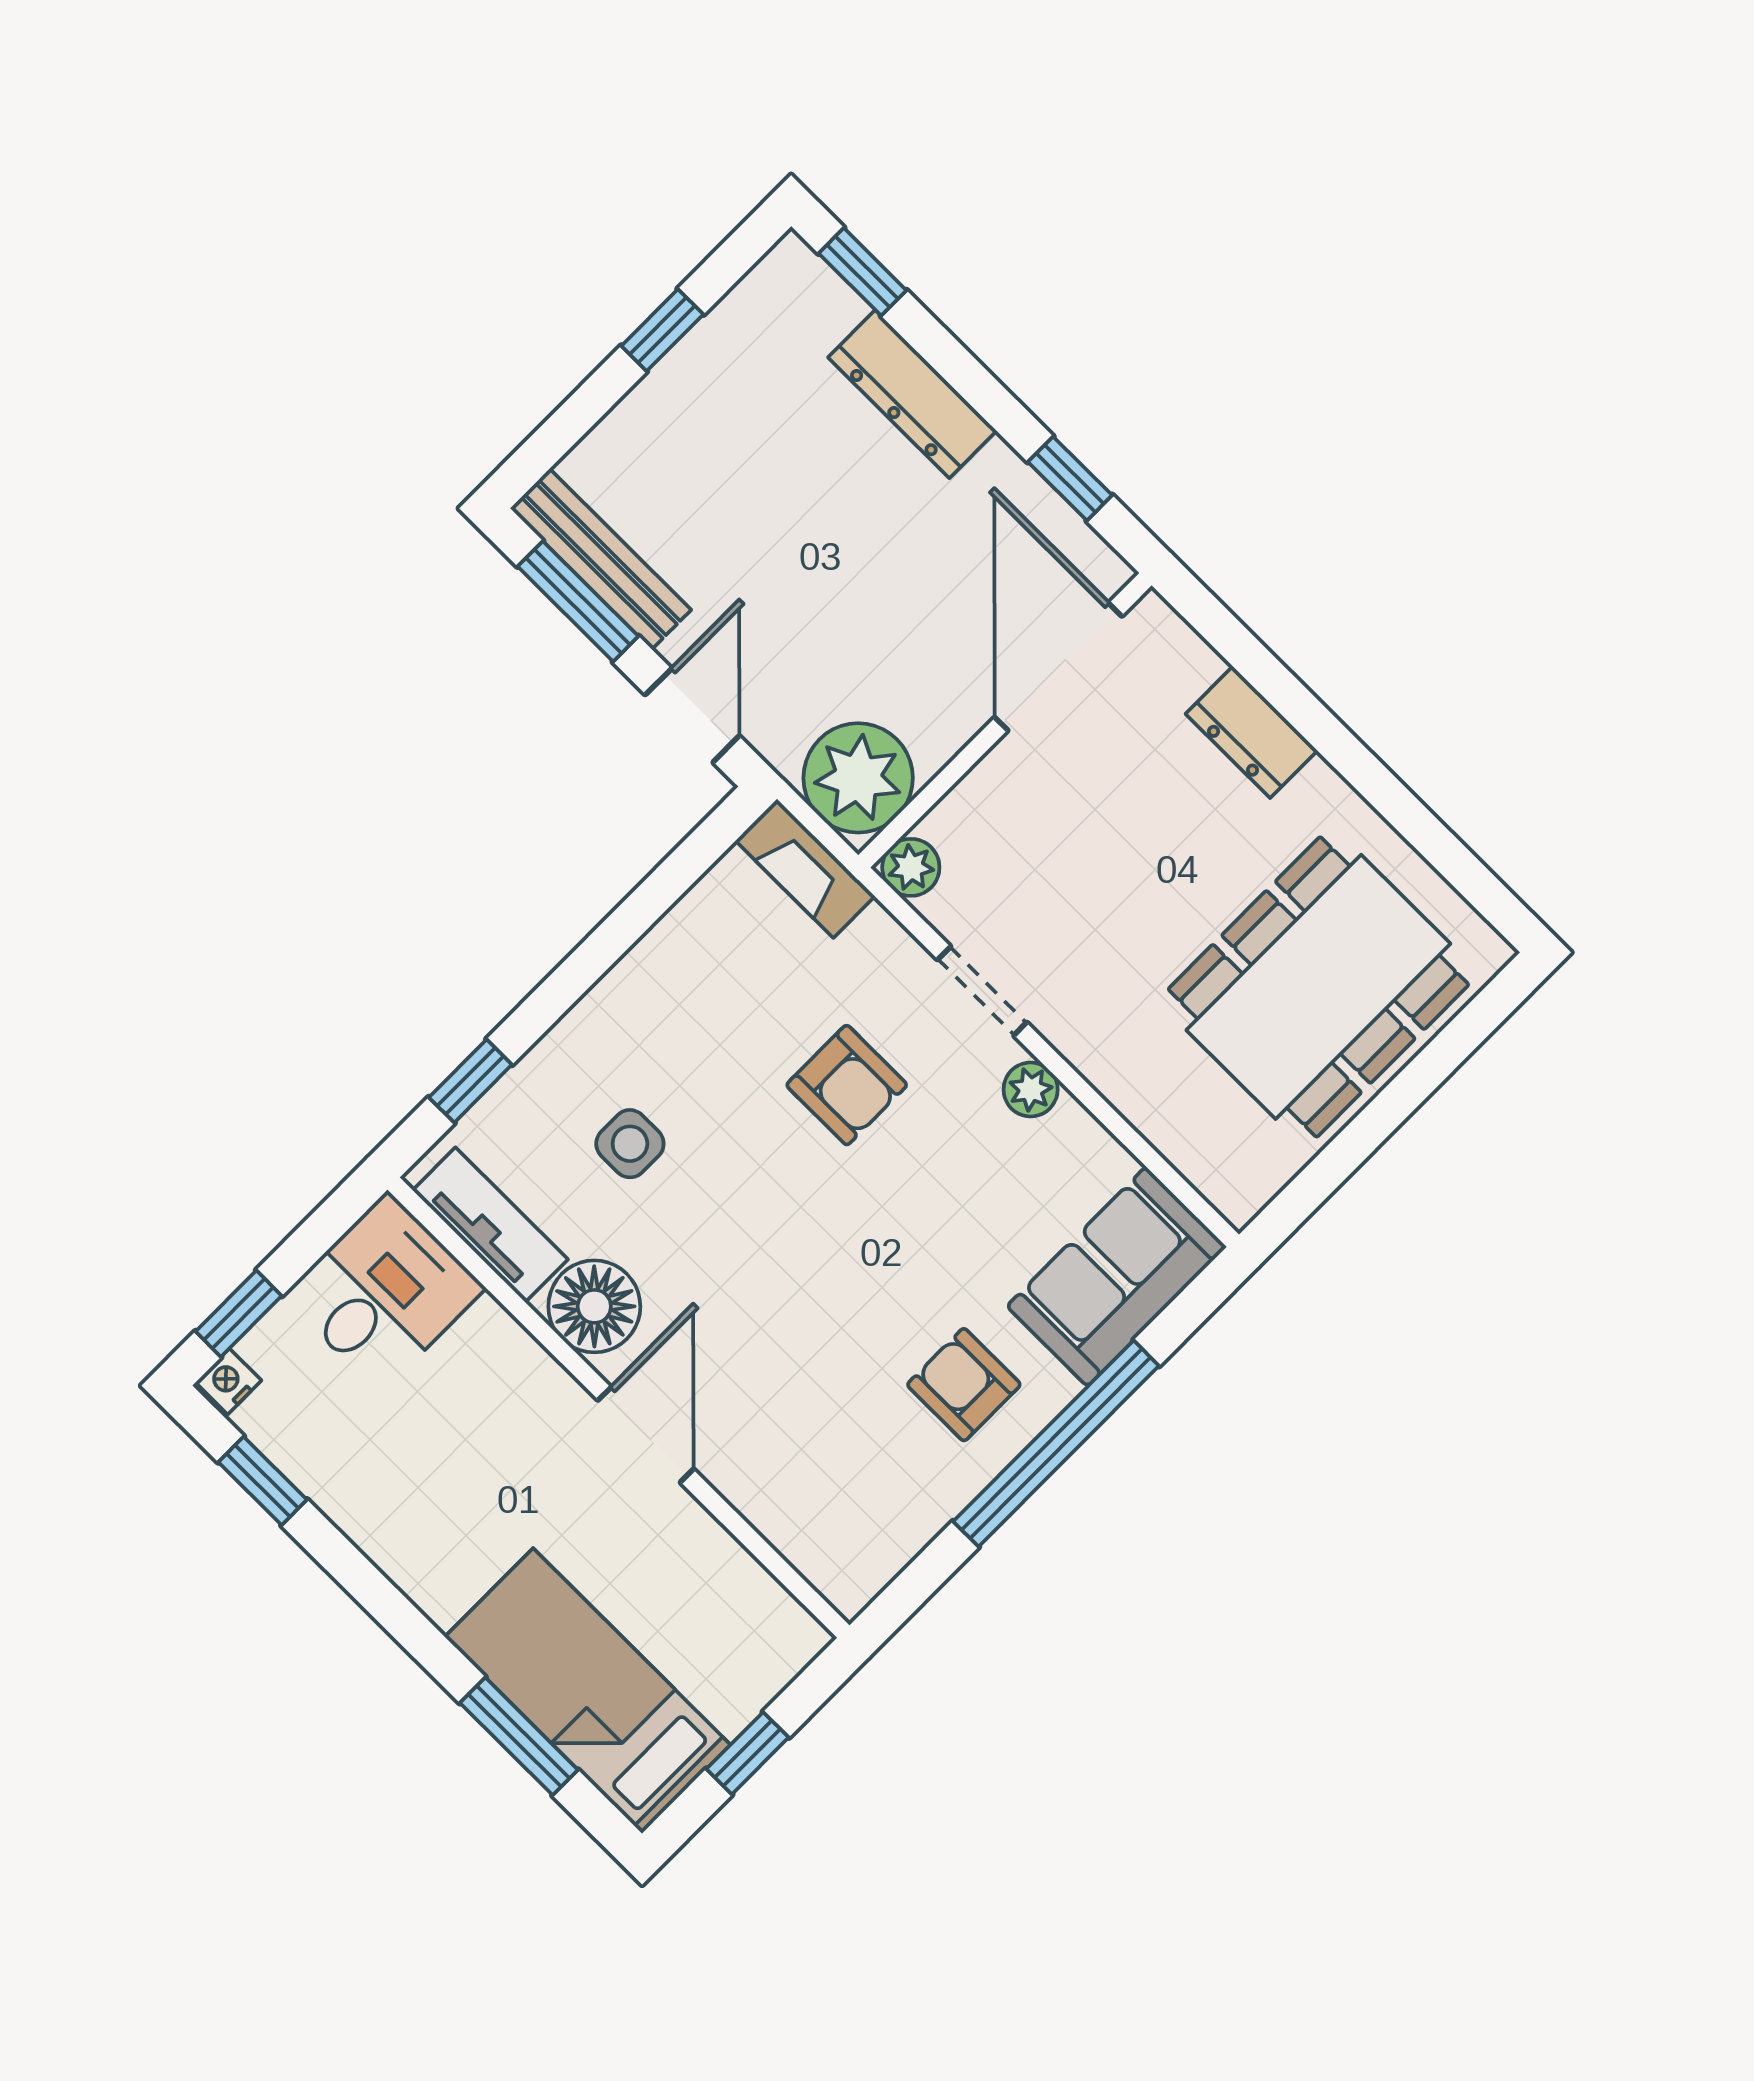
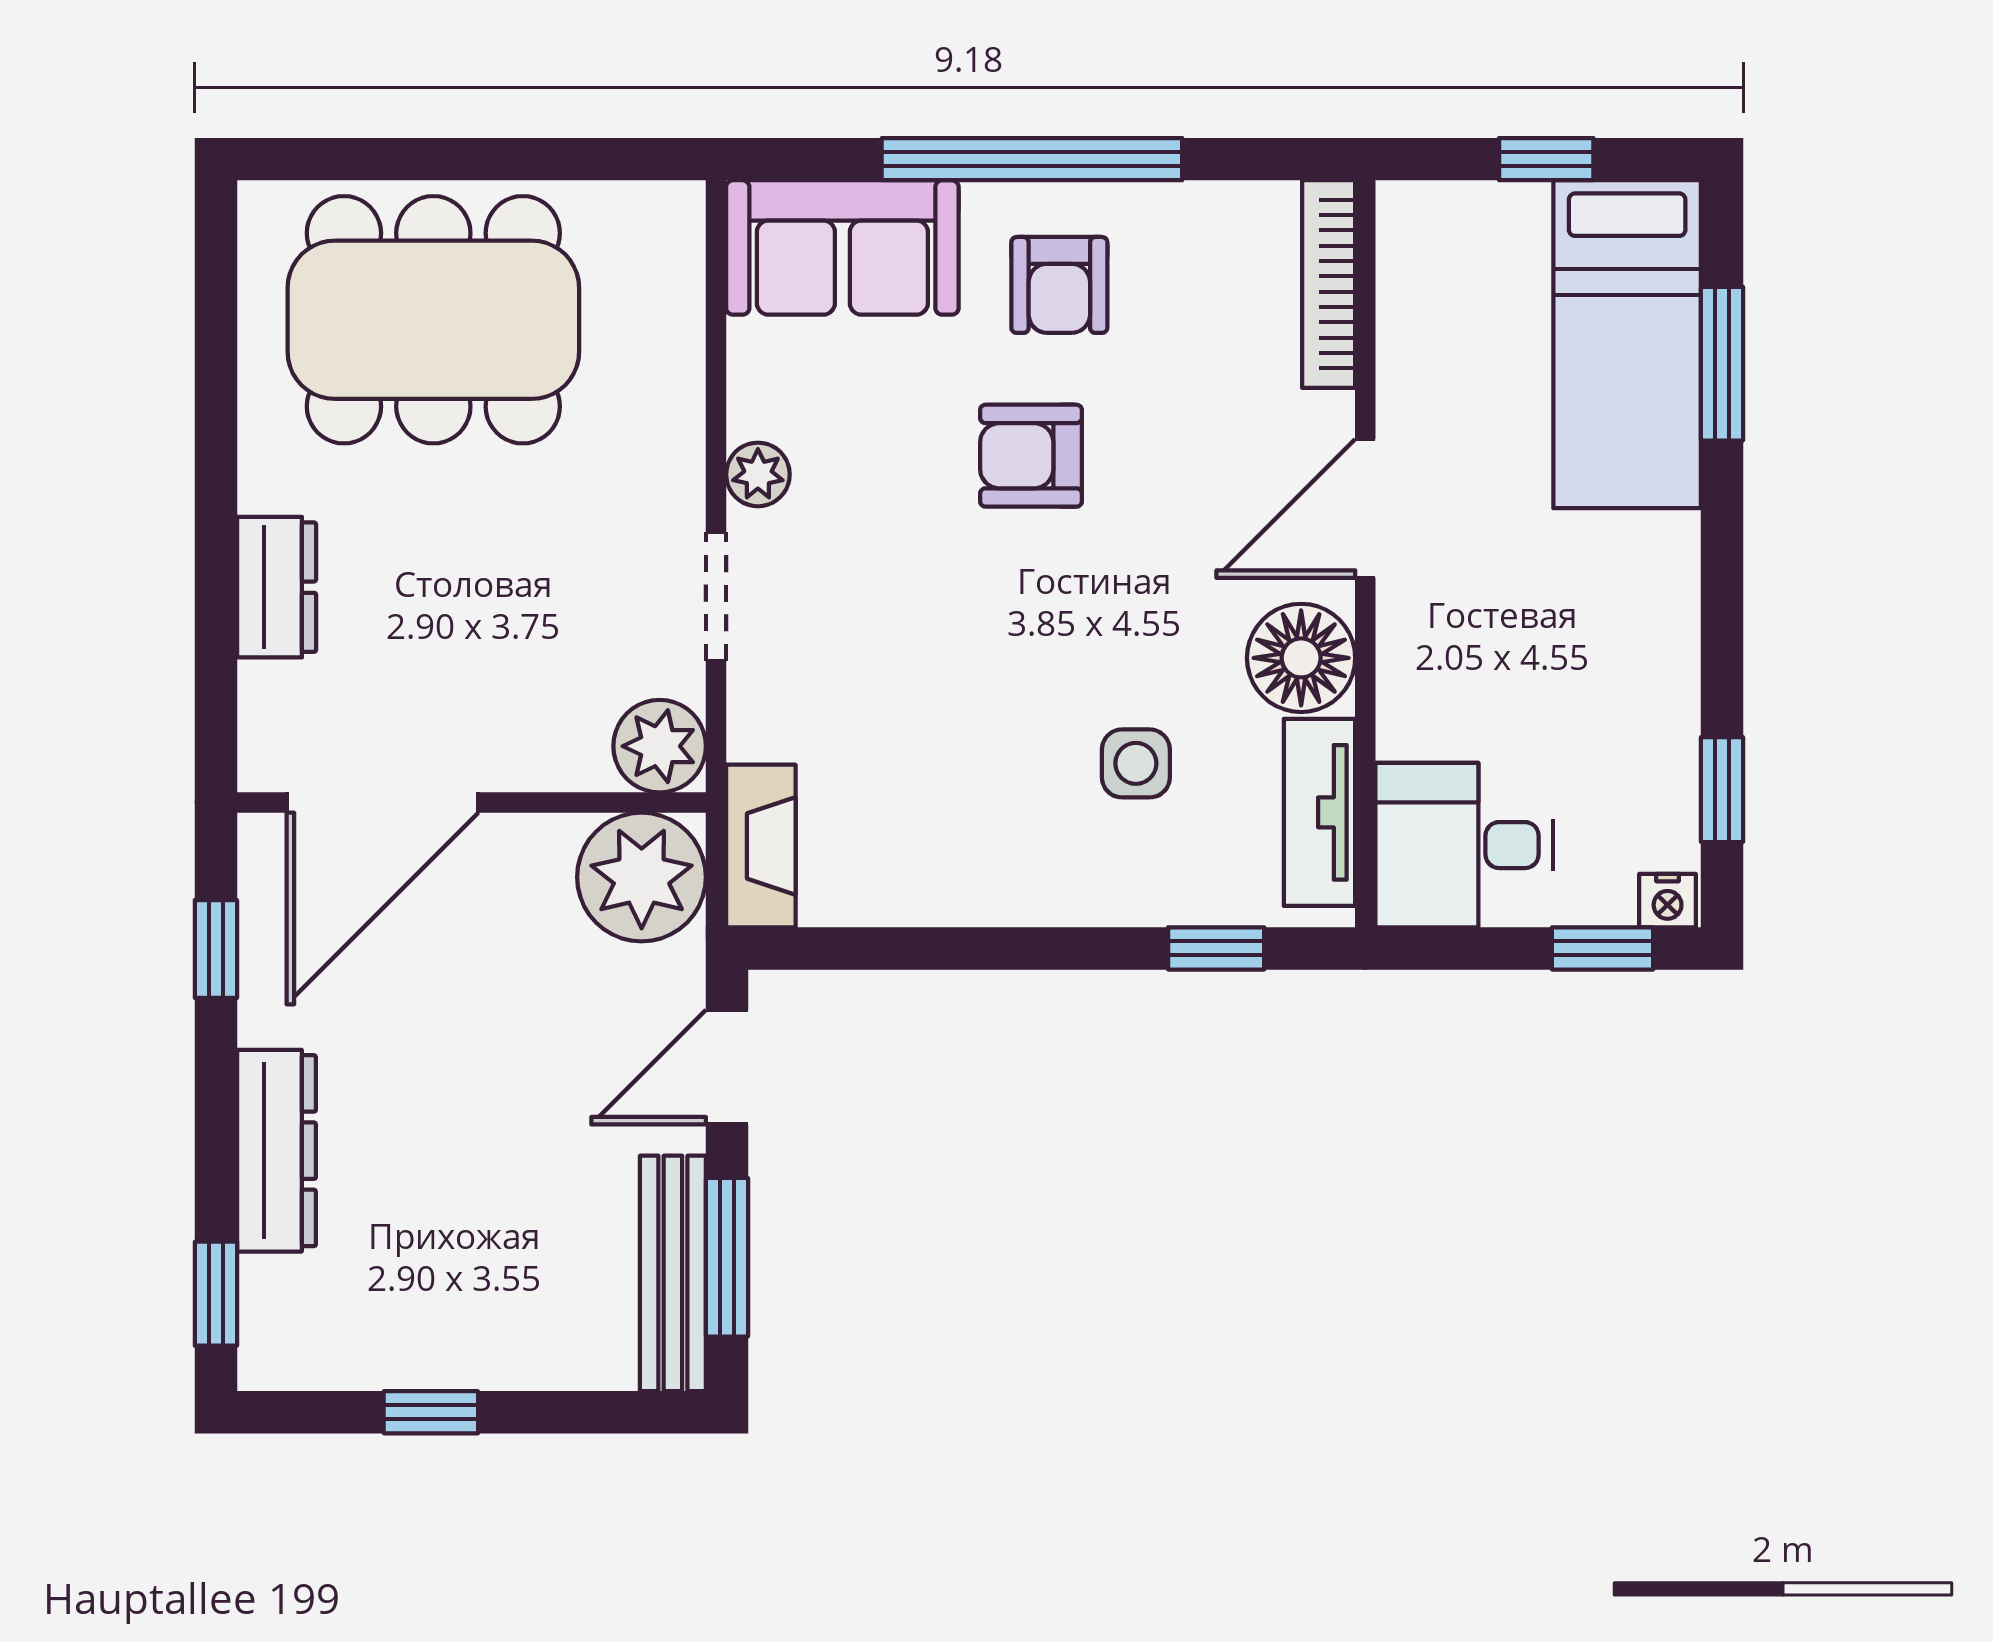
plant: (911, 867) -> (660, 746), width x1.38, depth x1.38
armchair: (847, 1085) -> (1031, 456), moved, turned -90
bookcase: (803, 1547) -> (1329, 284), added

